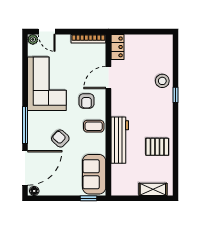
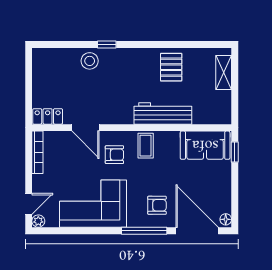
armchair: (60, 139) -> (157, 205), moved, turned -133

